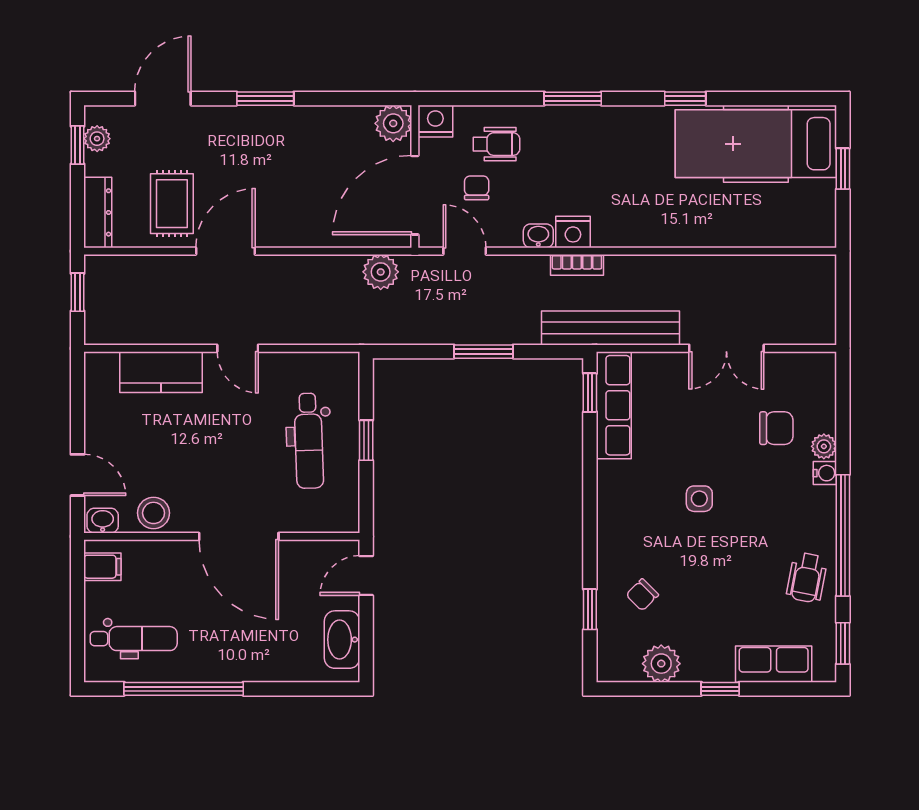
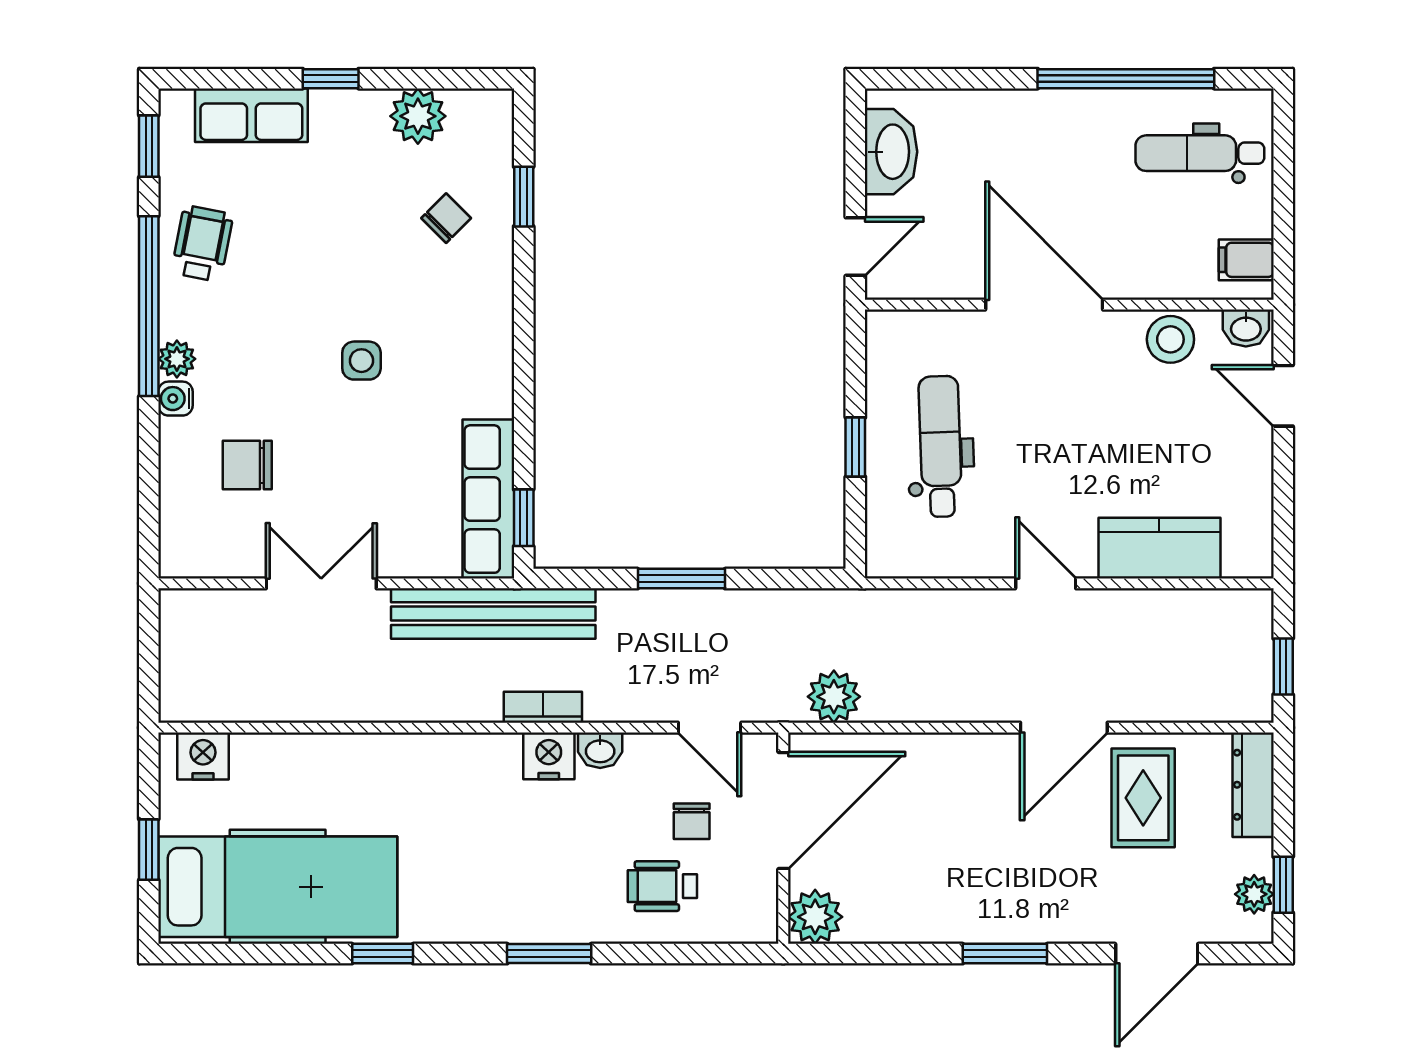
nightstand: (435, 121) -> (203, 756), moved, turned 180
plant: (824, 446) -> (177, 359), moved

